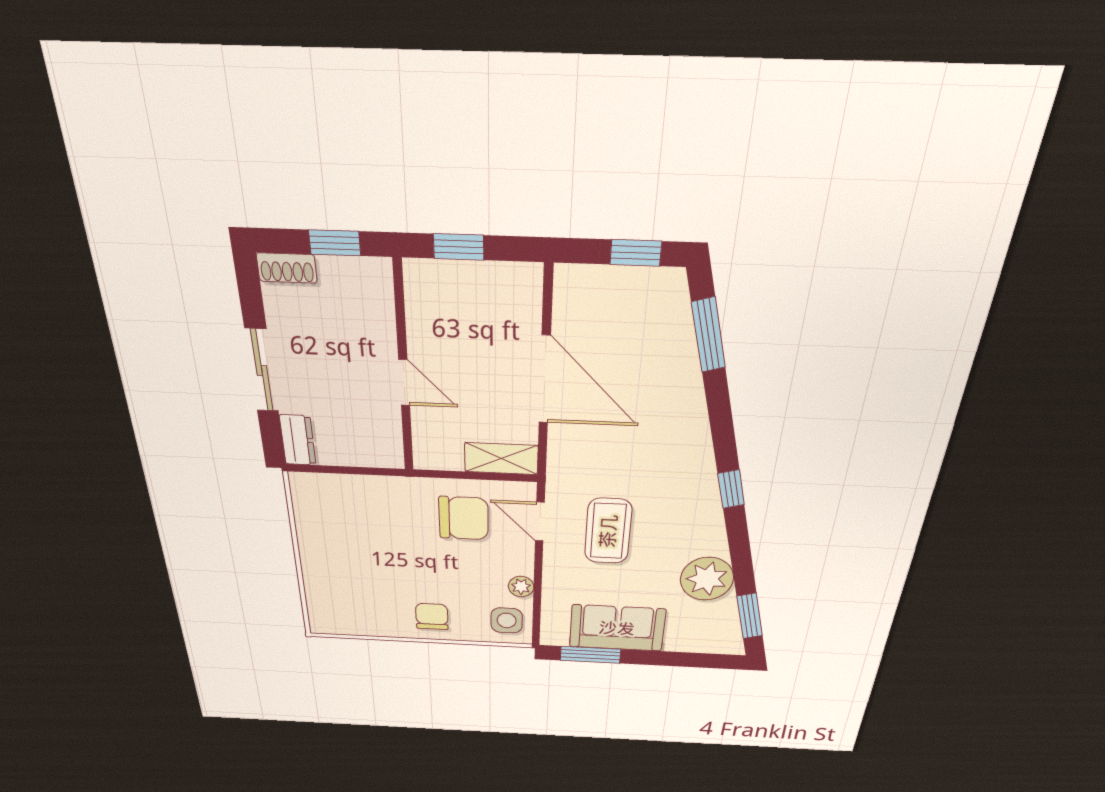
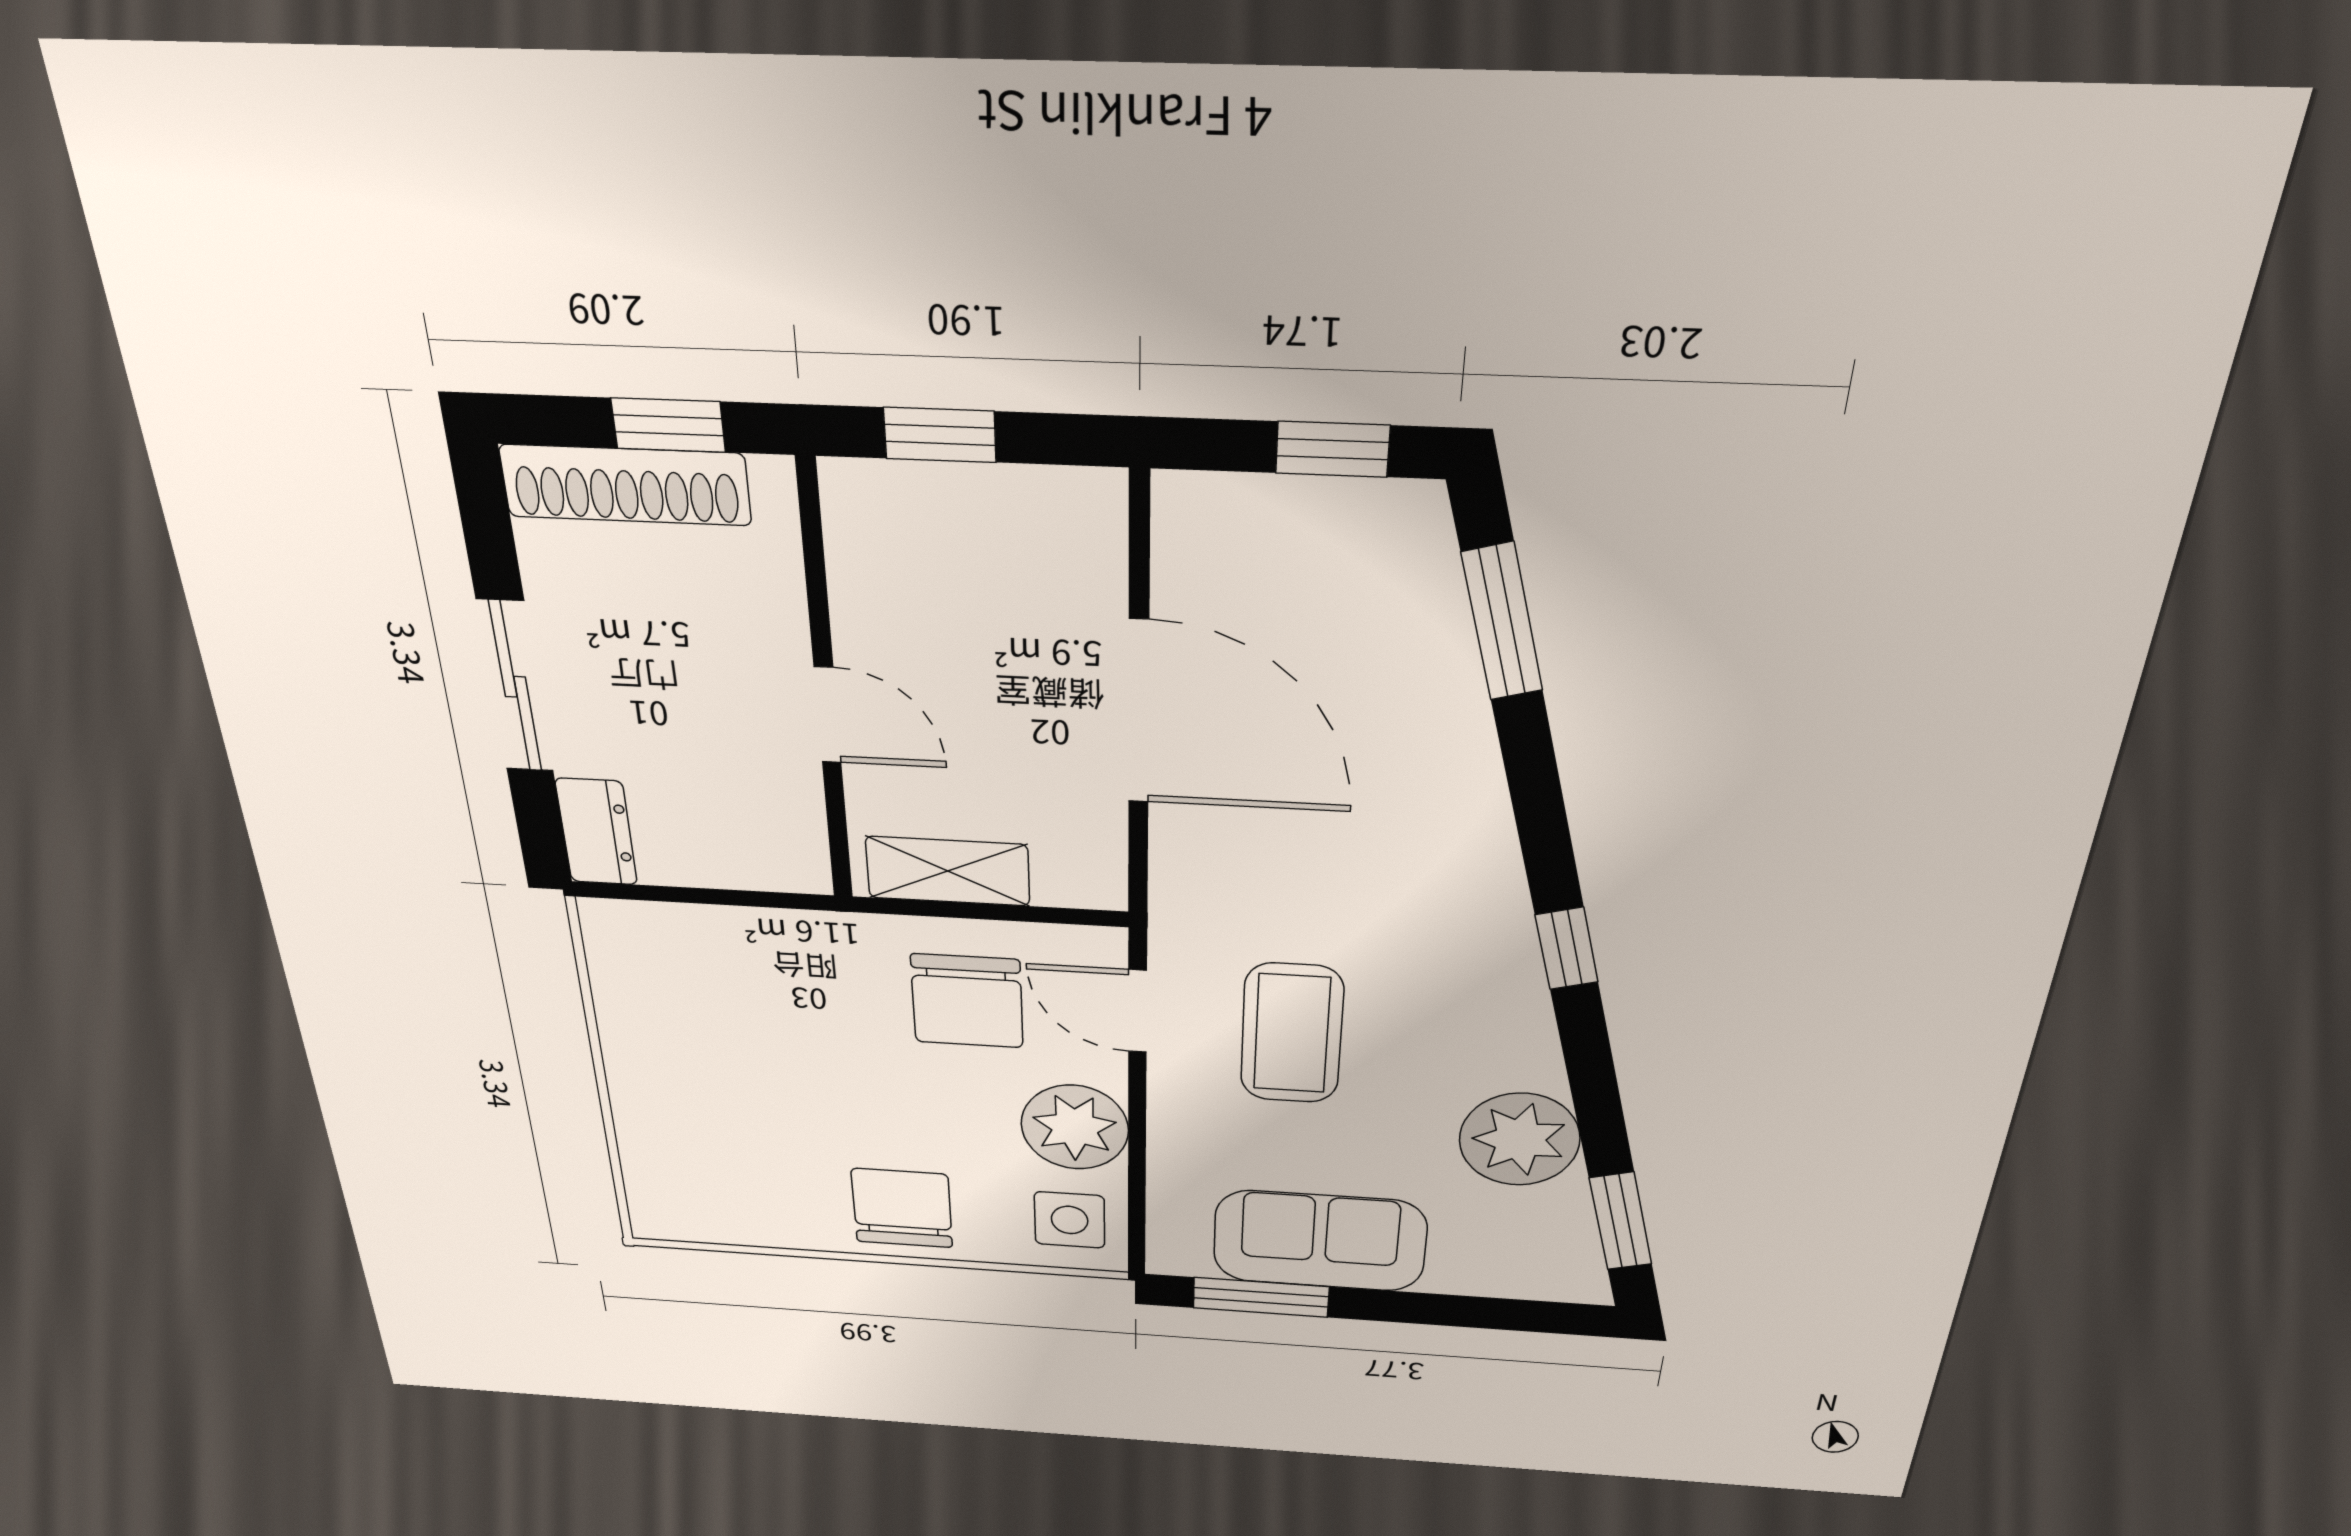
shoe rack: (287, 268) -> (625, 485), width x1.94, depth x1.24
shelving: (501, 459) -> (948, 871), moved
chair: (464, 518) -> (967, 1001), turned 90
plant: (521, 587) -> (1075, 1127), width x1.88, depth x1.88
chair: (432, 616) -> (902, 1208), width x1.37, depth x1.37

